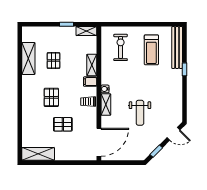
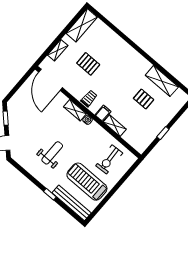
shelving: (86, 31) -> (58, 50), moved
exercise bike: (121, 47) -> (109, 159), turned 87
treadmill: (151, 50) -> (87, 182), width x1.37, depth x1.38
pallet: (51, 97) -> (117, 73), removed
weight bench: (140, 113) -> (52, 153), moved, turned 90
pallet: (63, 124) -> (88, 64), turned 90

